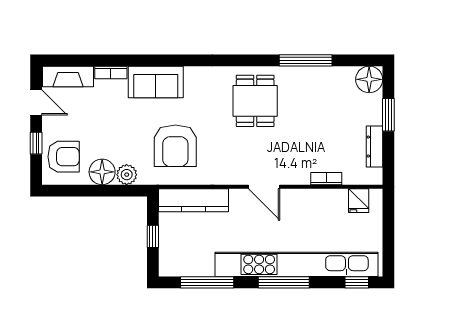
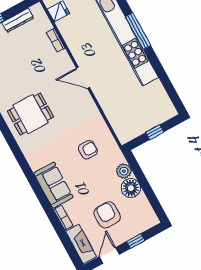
armchair: (175, 146) -> (88, 150), width x0.53, depth x0.53
armchair: (64, 157) -> (107, 215), moved
door: (264, 187) -> (83, 78), swing flipped
kitchen counter: (194, 200) -> (117, 119), removed
window: (207, 282) -> (165, 81), removed

